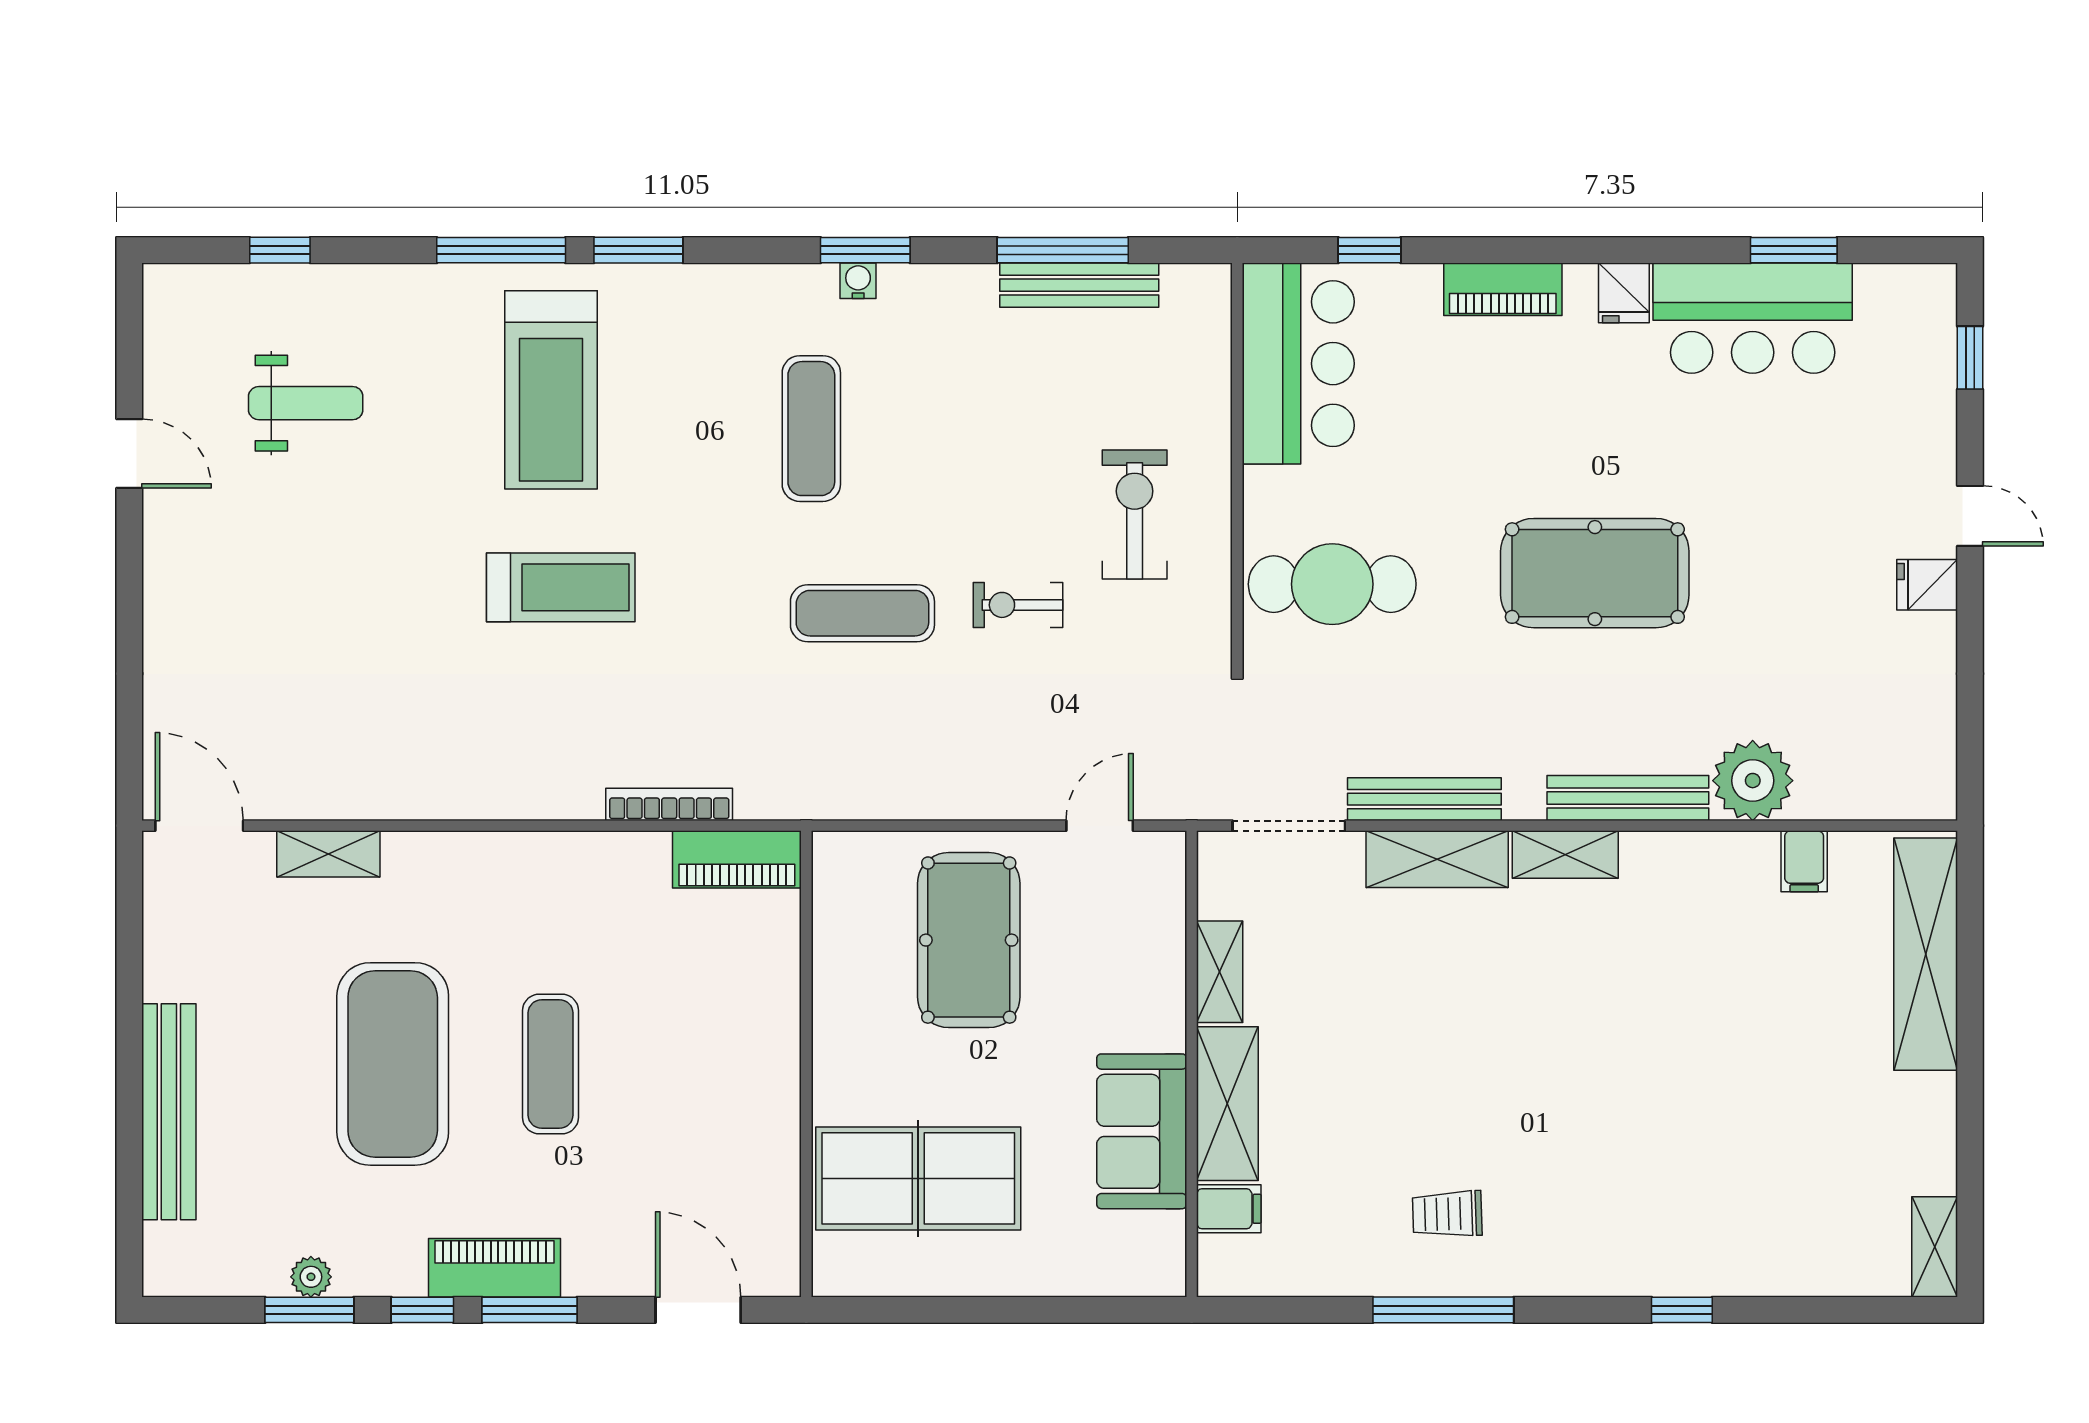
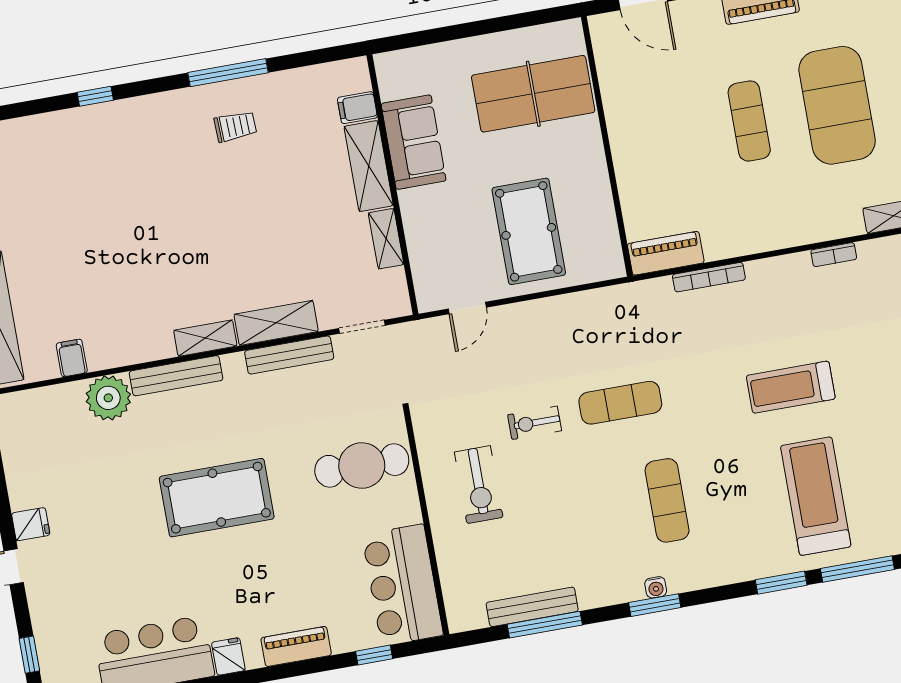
exercise bike: (1018, 605) -> (535, 423), turned 180
bookcase: (445, 805) -> (834, 255), added
doorway: (1289, 826) -> (362, 327), width x0.73

